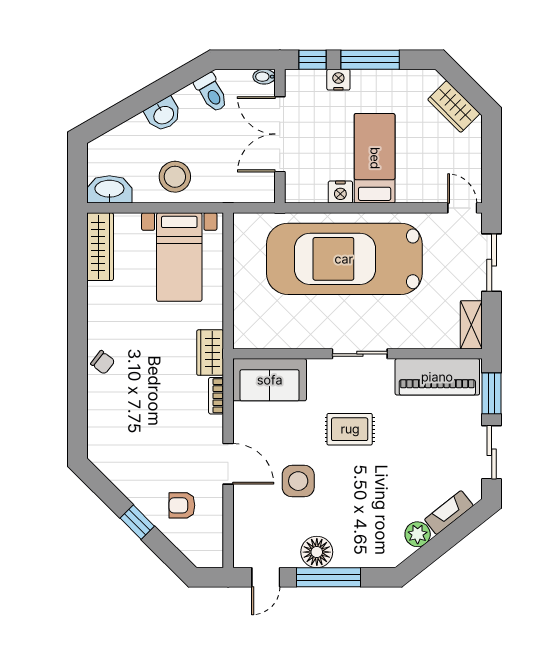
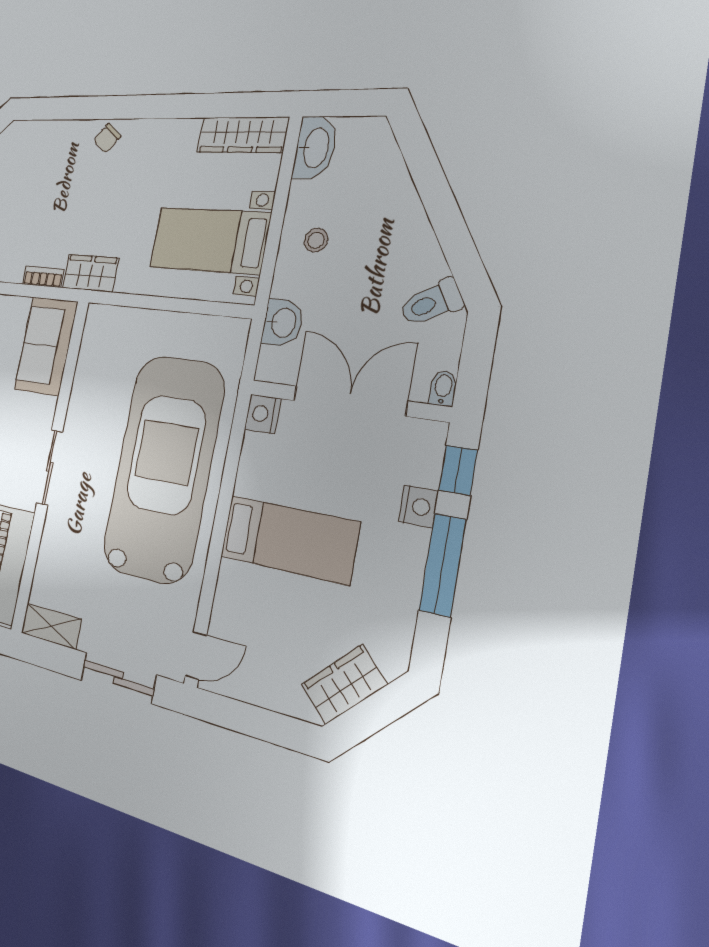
washbasin: (163, 114) -> (283, 323), moved, turned -150
stool: (175, 177) -> (316, 240), width x0.53, depth x0.53
nightstand: (340, 192) -> (263, 414), moved

